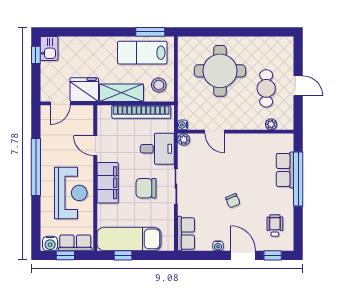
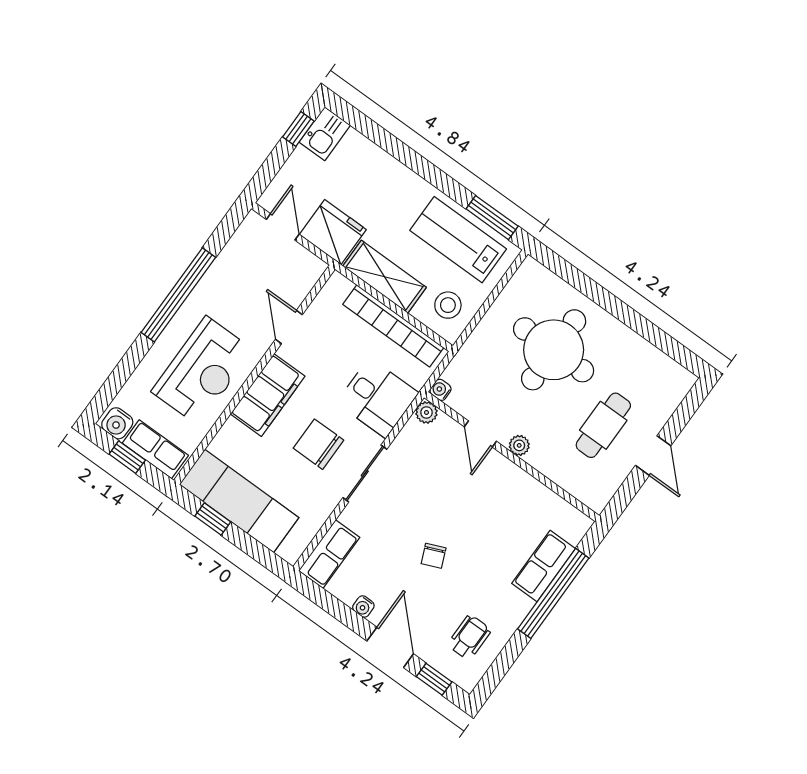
door: (60, 103) -> (283, 227), swing flipped
plant: (271, 124) -> (519, 445), moved

